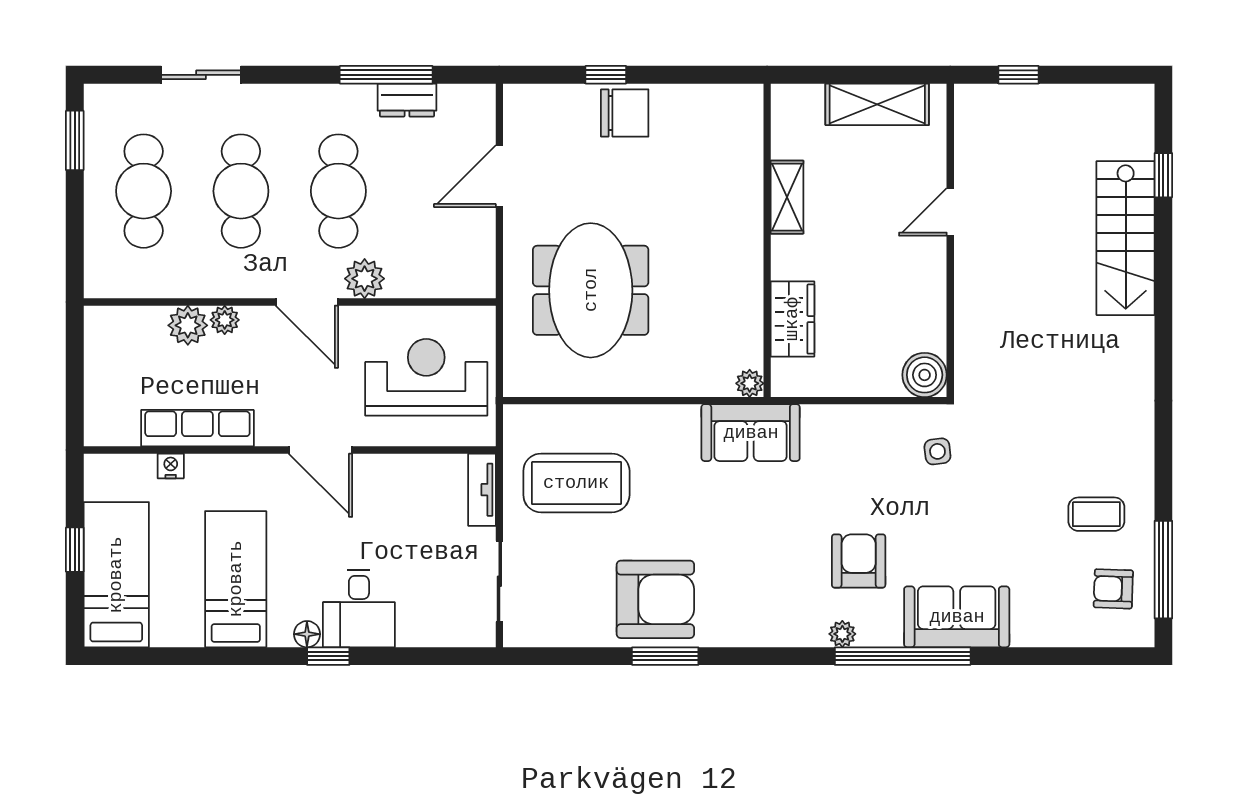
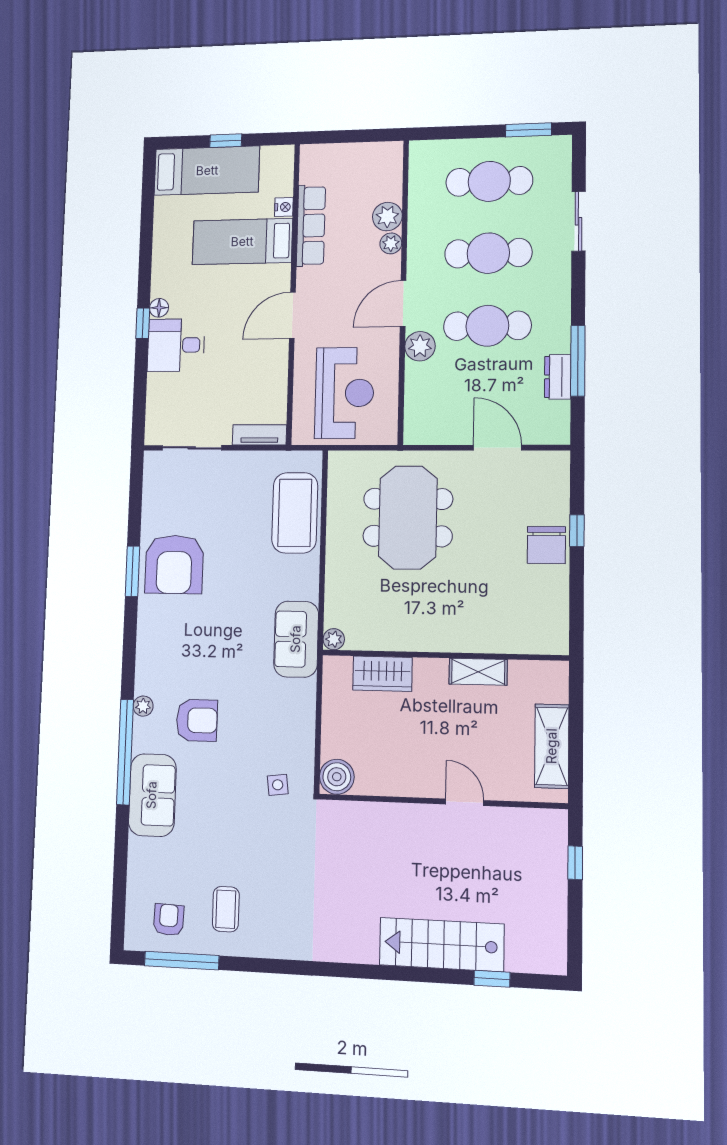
meeting table: (591, 290) -> (408, 517), turned 90
coffee table: (576, 483) -> (295, 513), moved
bed: (236, 579) -> (242, 242), moved, turned 180

